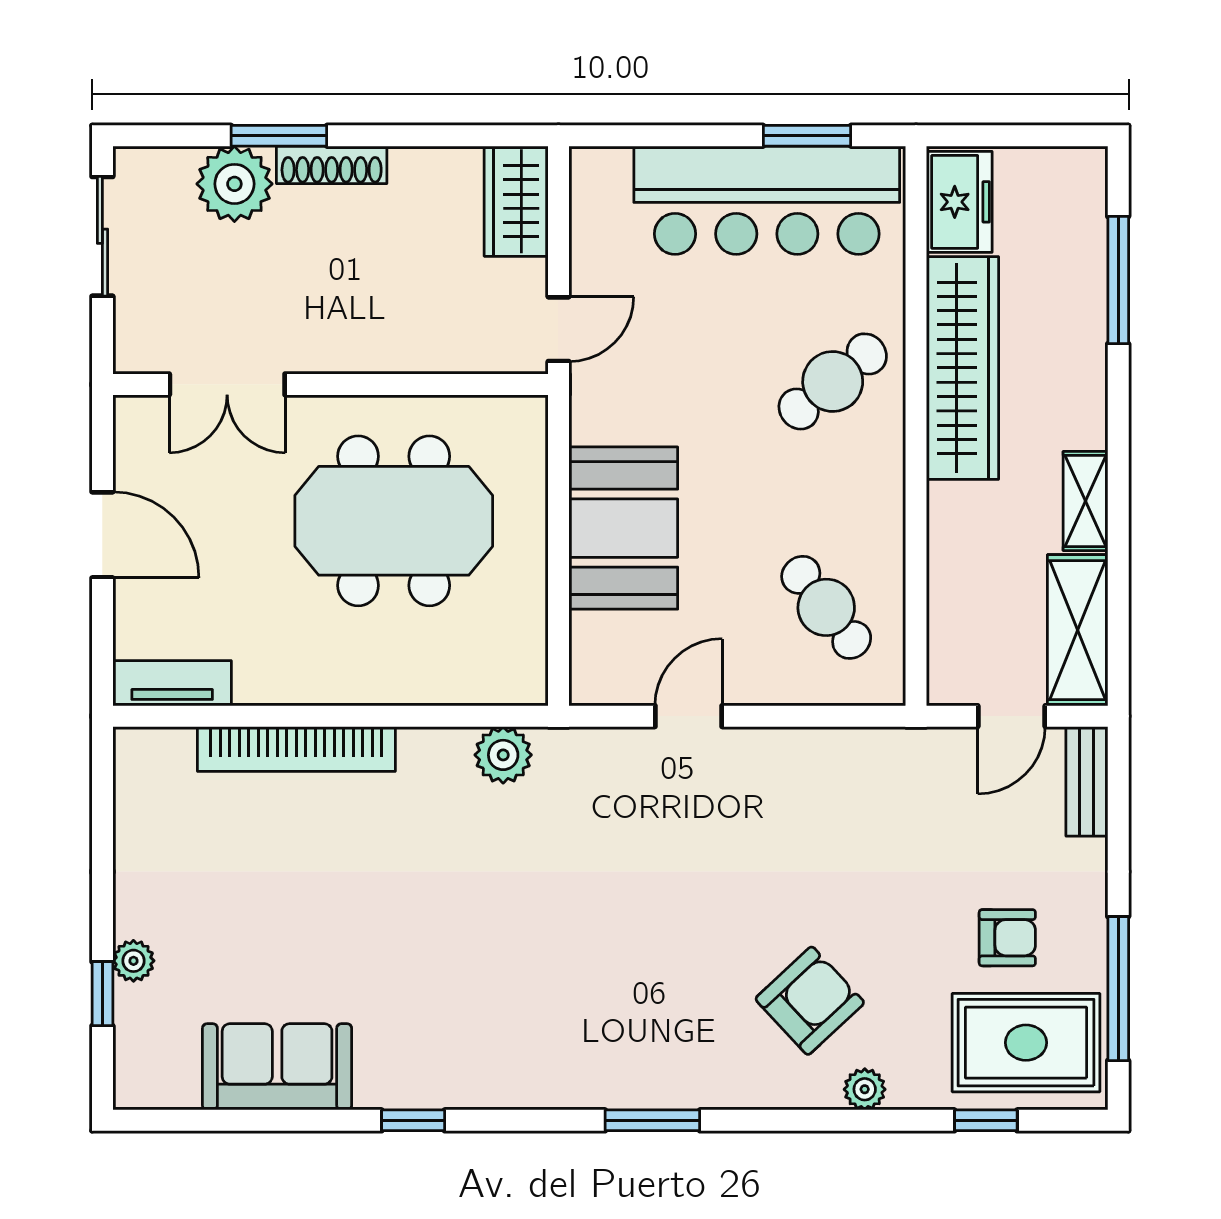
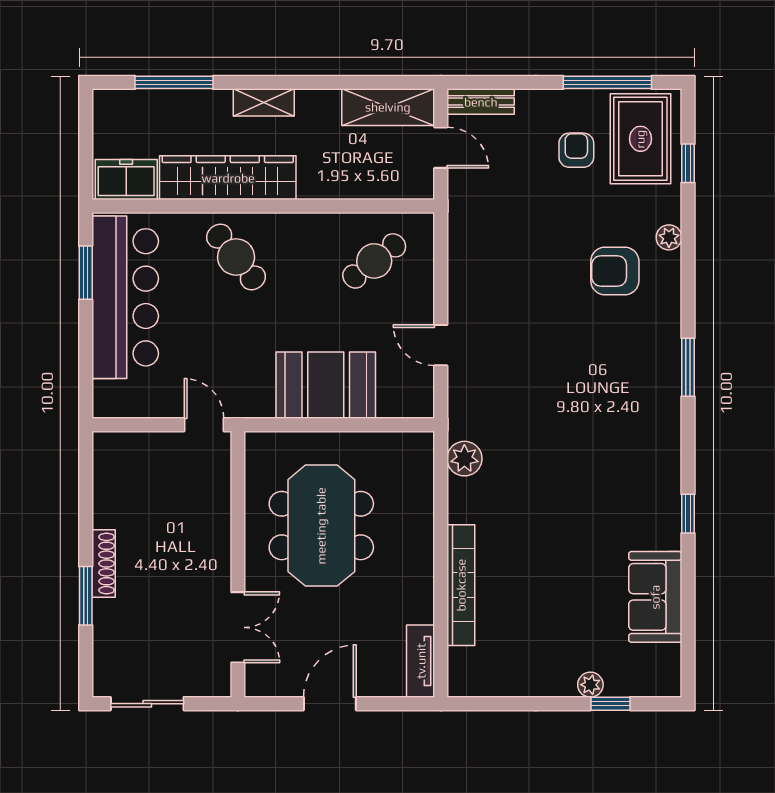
plant: (234, 184) -> (115, 623), removed
wardrobe: (516, 201) -> (126, 451), removed
shelving: (1085, 501) -> (264, 102), moved
armchair: (810, 1001) -> (615, 271), turned -47

